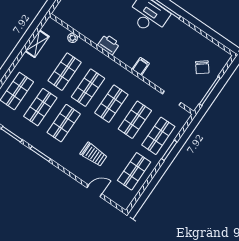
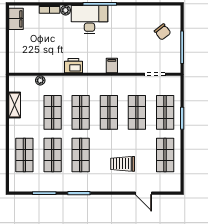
trolley: (94, 154) -> (123, 164), turned 180
door: (94, 191) -> (144, 193), swing flipped

